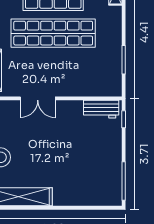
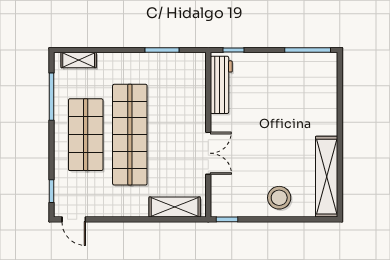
workbench: (101, 109) -> (221, 85), width x1.38

